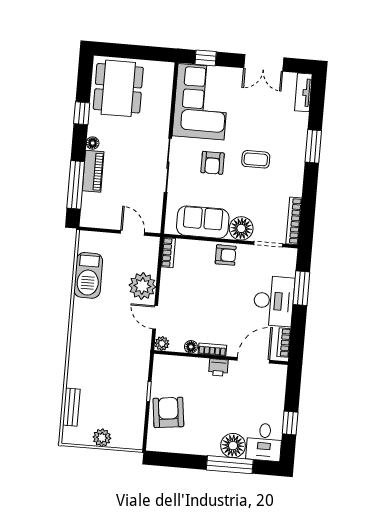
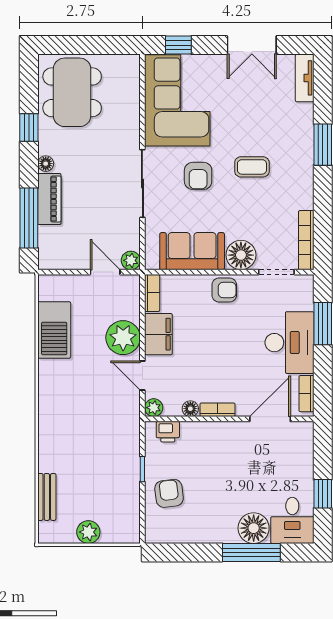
plant: (154, 225) -> (131, 260), added
filing cabinet: (171, 286) -> (158, 334), added
printer: (218, 367) -> (168, 432), moved
armchair: (168, 412) -> (169, 493), width x0.72, depth x0.72

